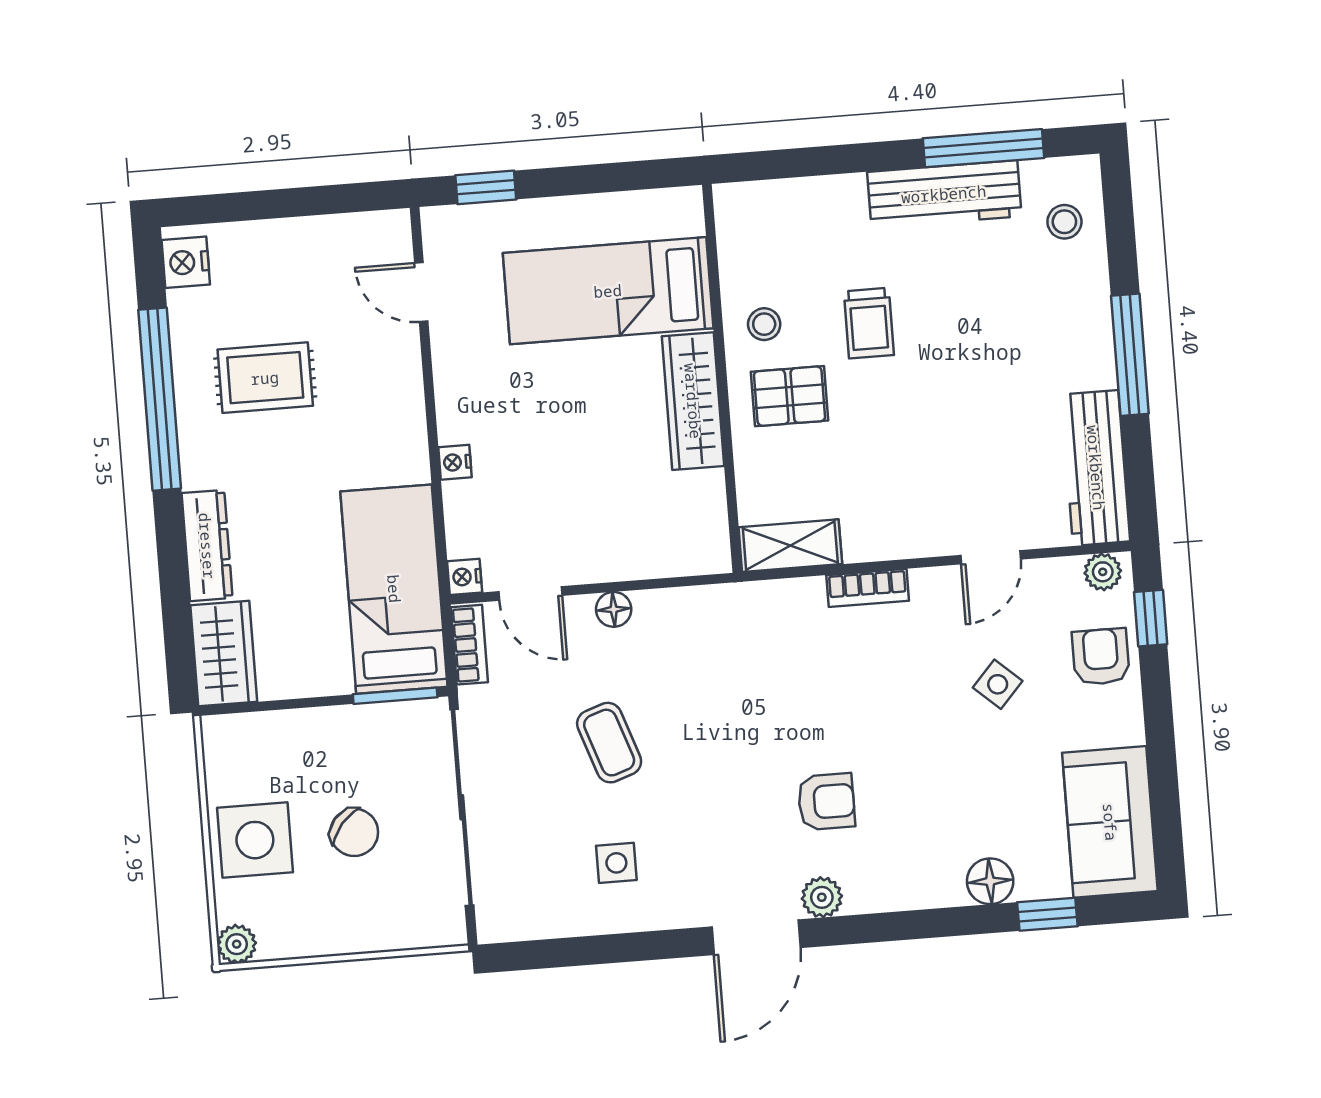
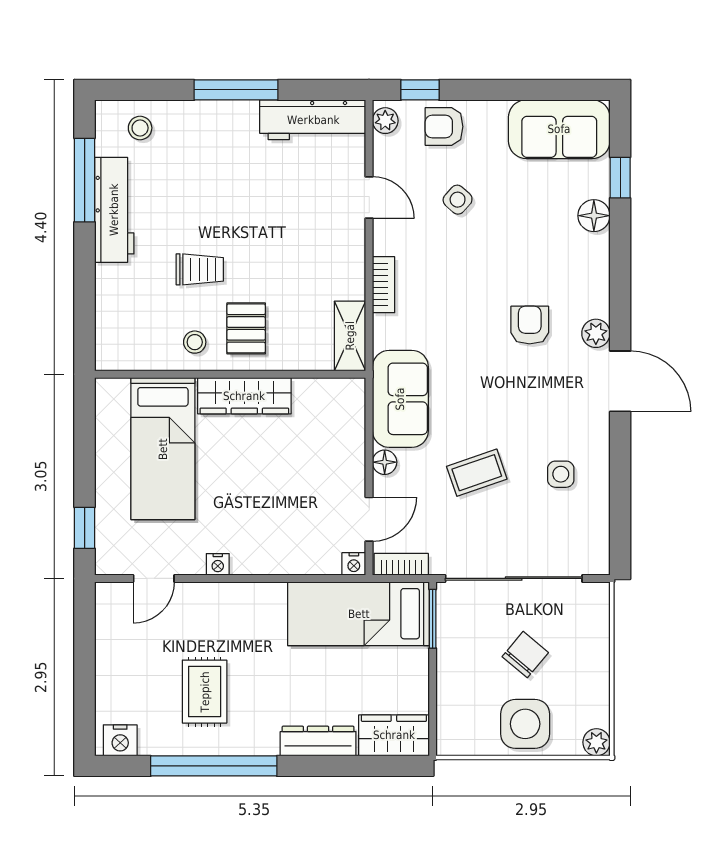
nightstand: (455, 462) -> (218, 564), moved
sofa: (706, 625) -> (400, 399), added

